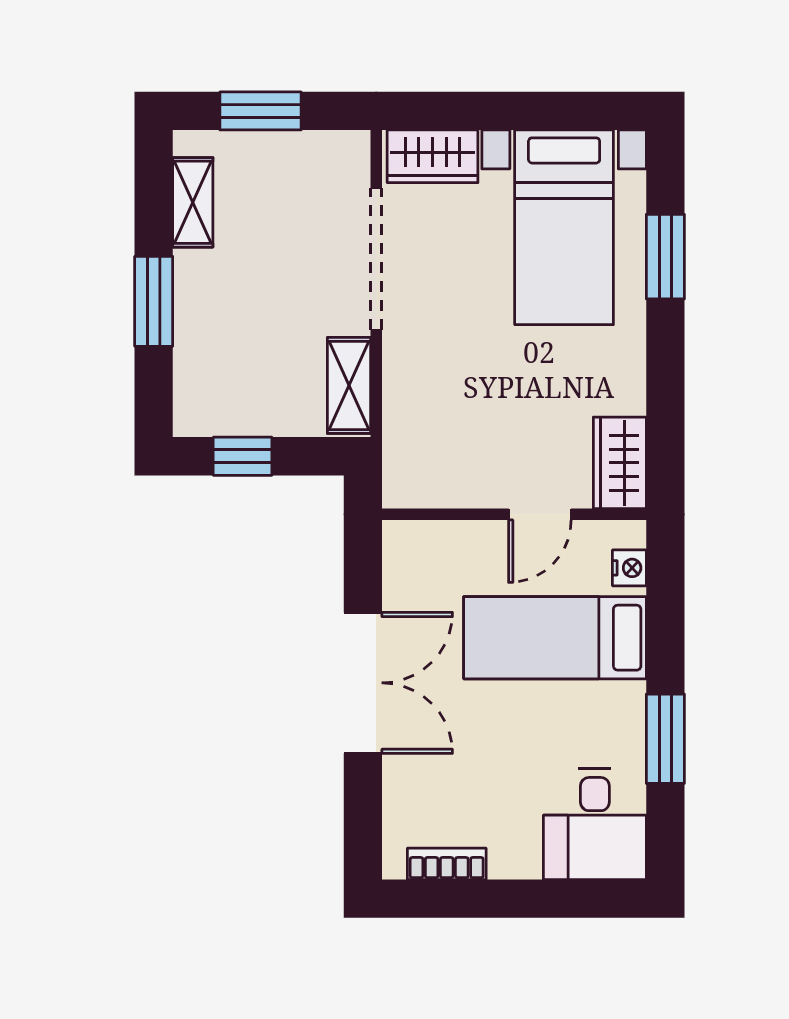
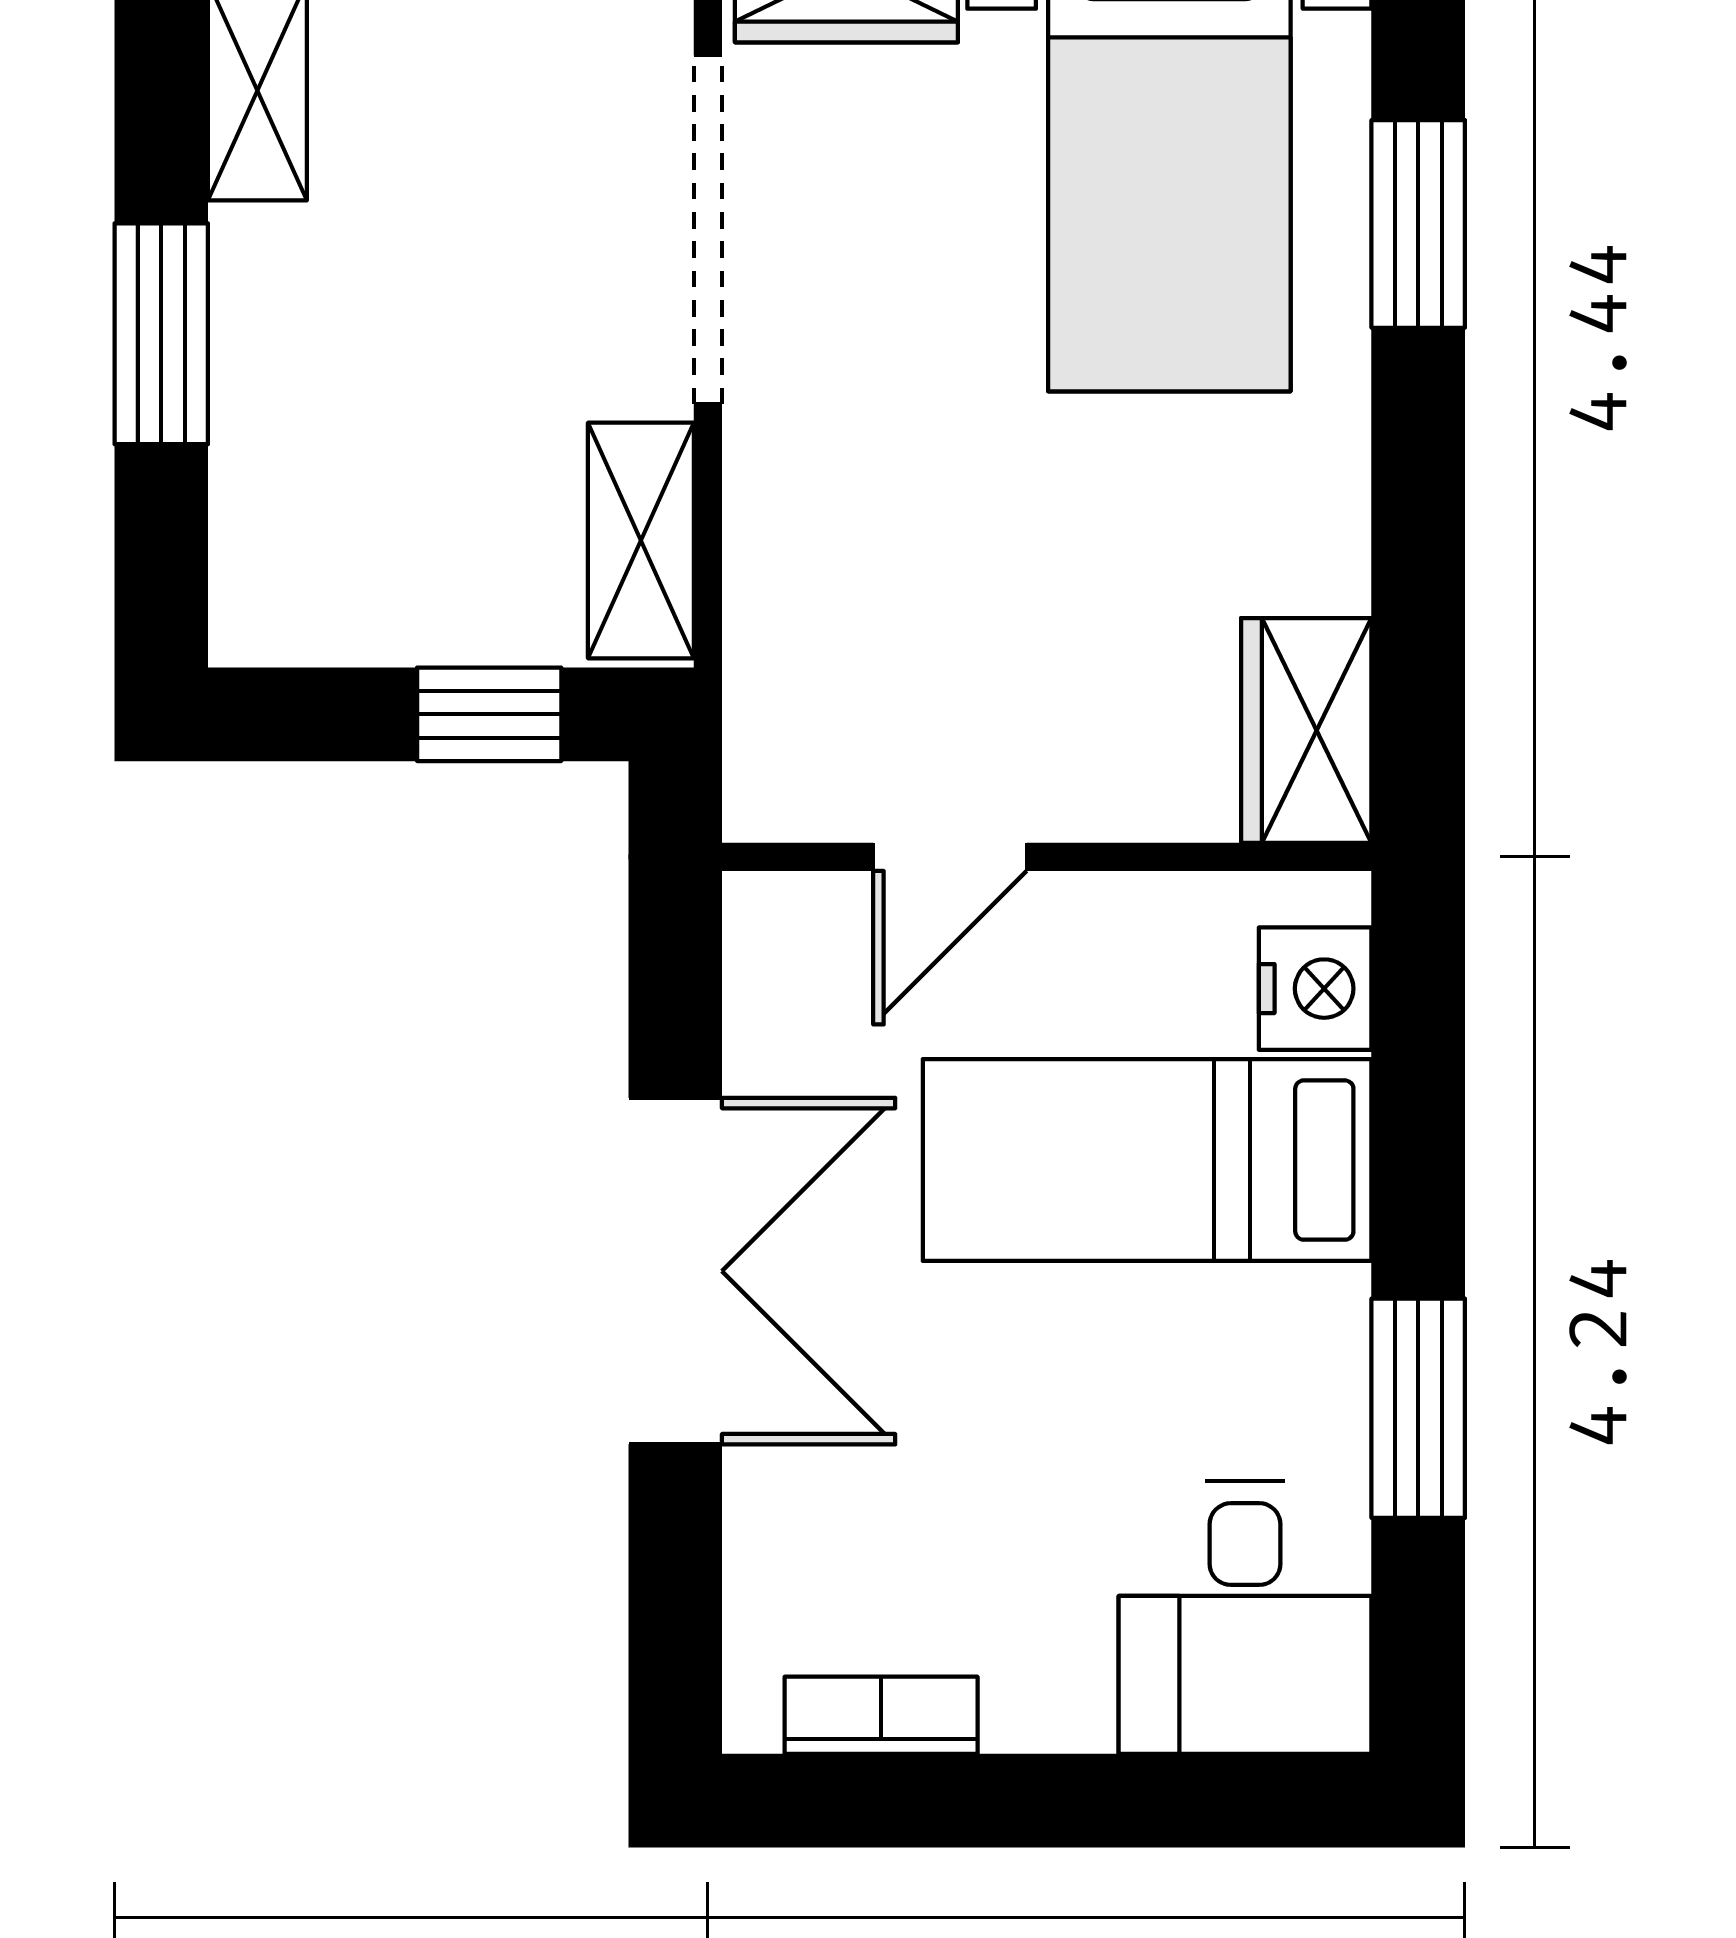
window: (243, 456) -> (489, 714), moved
door: (540, 514) -> (950, 857), moved
nightstand: (629, 568) -> (1315, 989), width x1.39, depth x1.35

